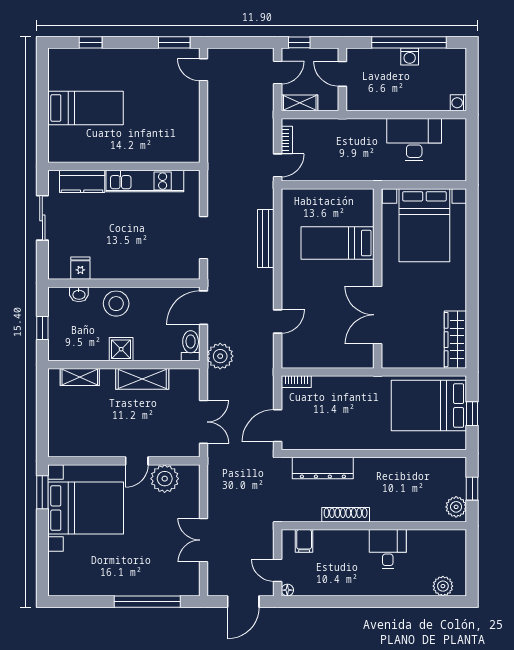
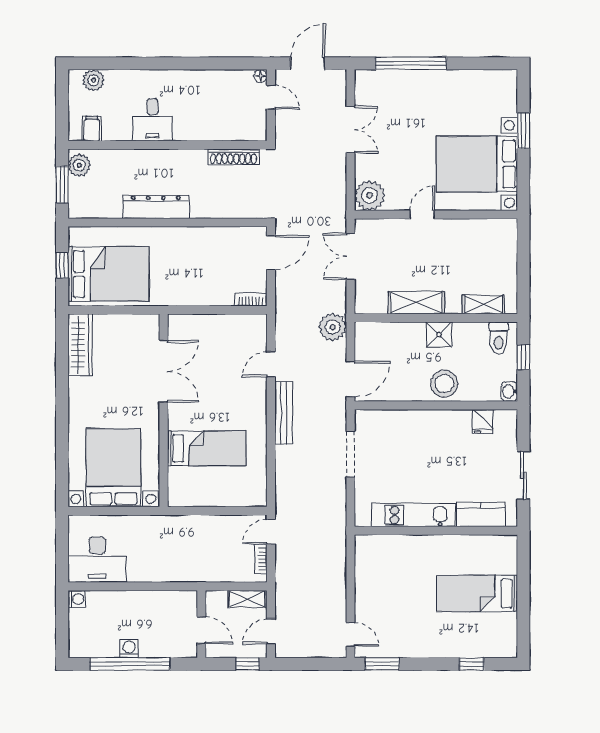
desk: (414, 140) -> (97, 559), moved
bench: (266, 239) -> (284, 413), moved
washbasin: (79, 294) -> (509, 391), moved, turned -90
toilet: (191, 346) -> (499, 338), moved
dresser: (323, 468) -> (156, 207), moved
plant: (165, 479) -> (370, 196), moved
window: (472, 489) -> (62, 185), width x1.50
window: (42, 492) -> (523, 131), moved
shoe rack: (346, 515) -> (233, 157), moved
filing cabinet: (304, 541) -> (92, 129), moved

